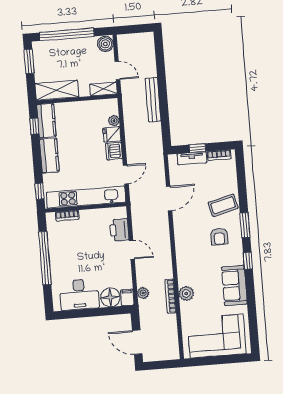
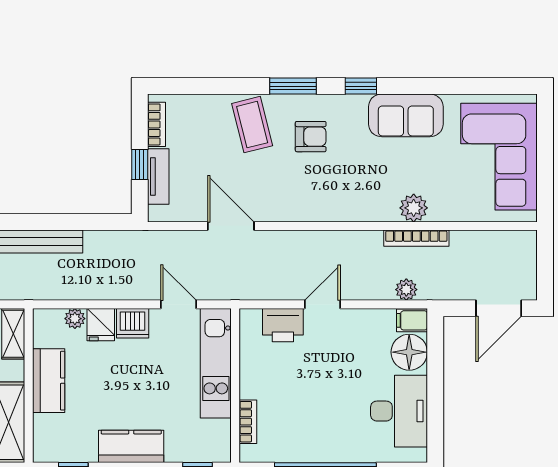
kitchen counter: (46, 121) -> (49, 381), moved, turned 90
kitchen unit: (86, 197) -> (216, 363), width x0.73

